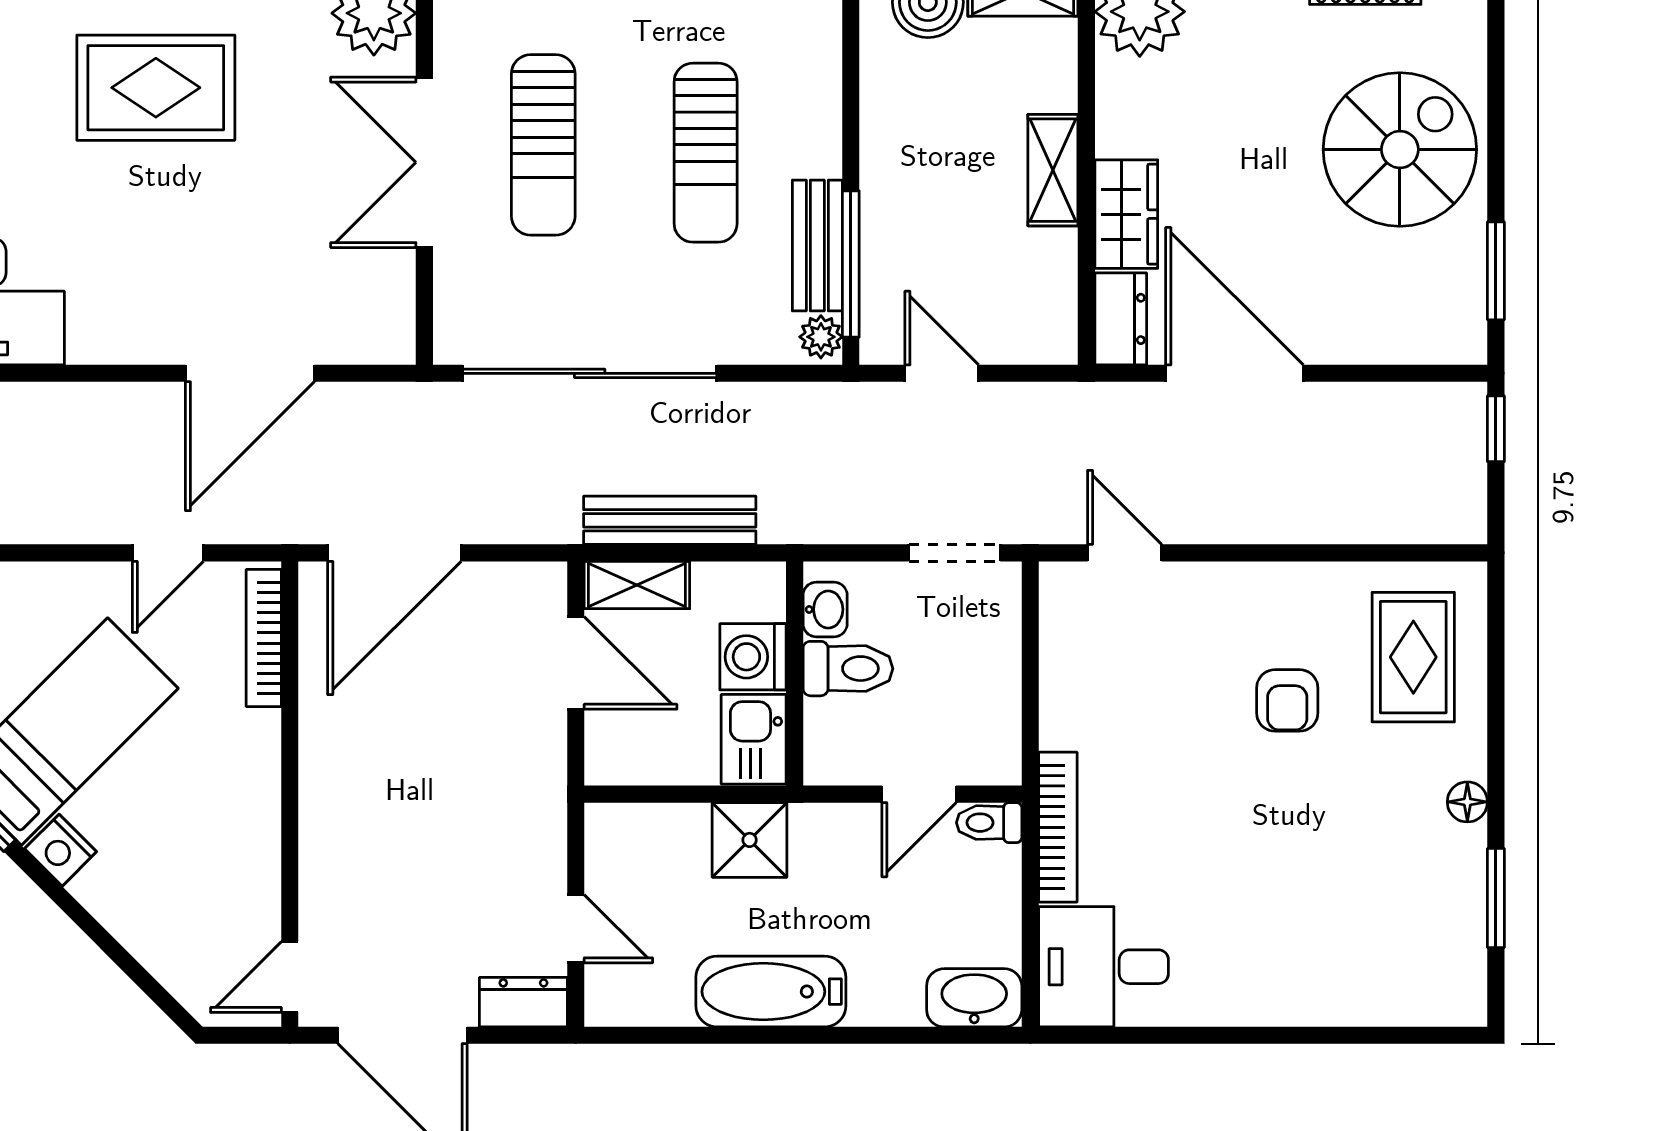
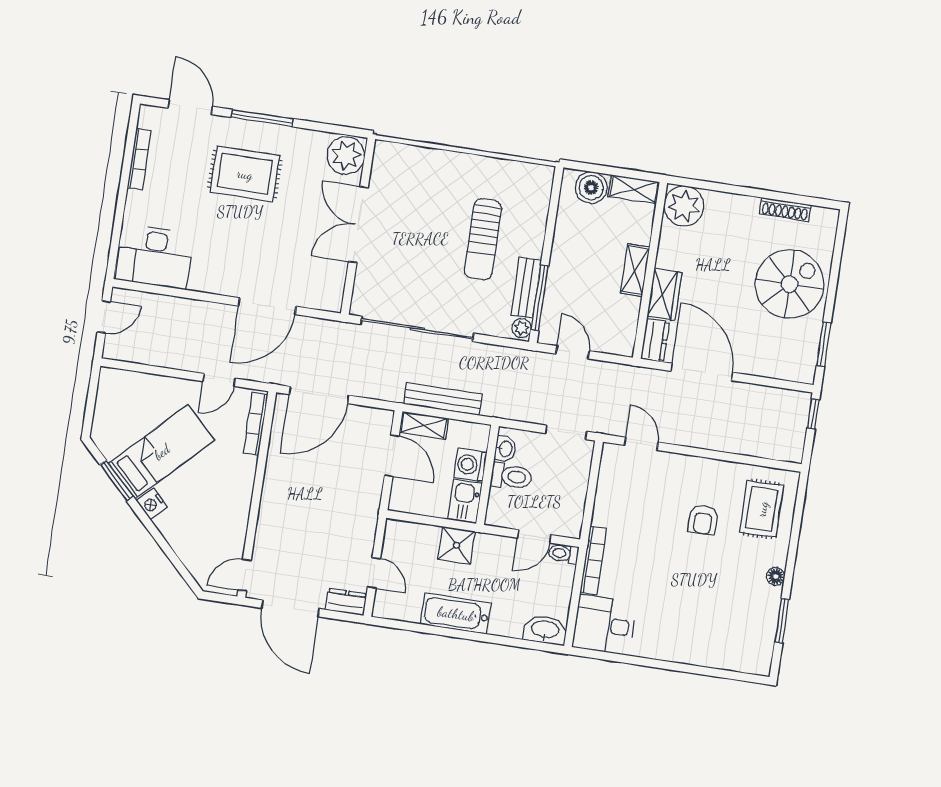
sun lounger: (543, 145) -> (412, 225), removed

